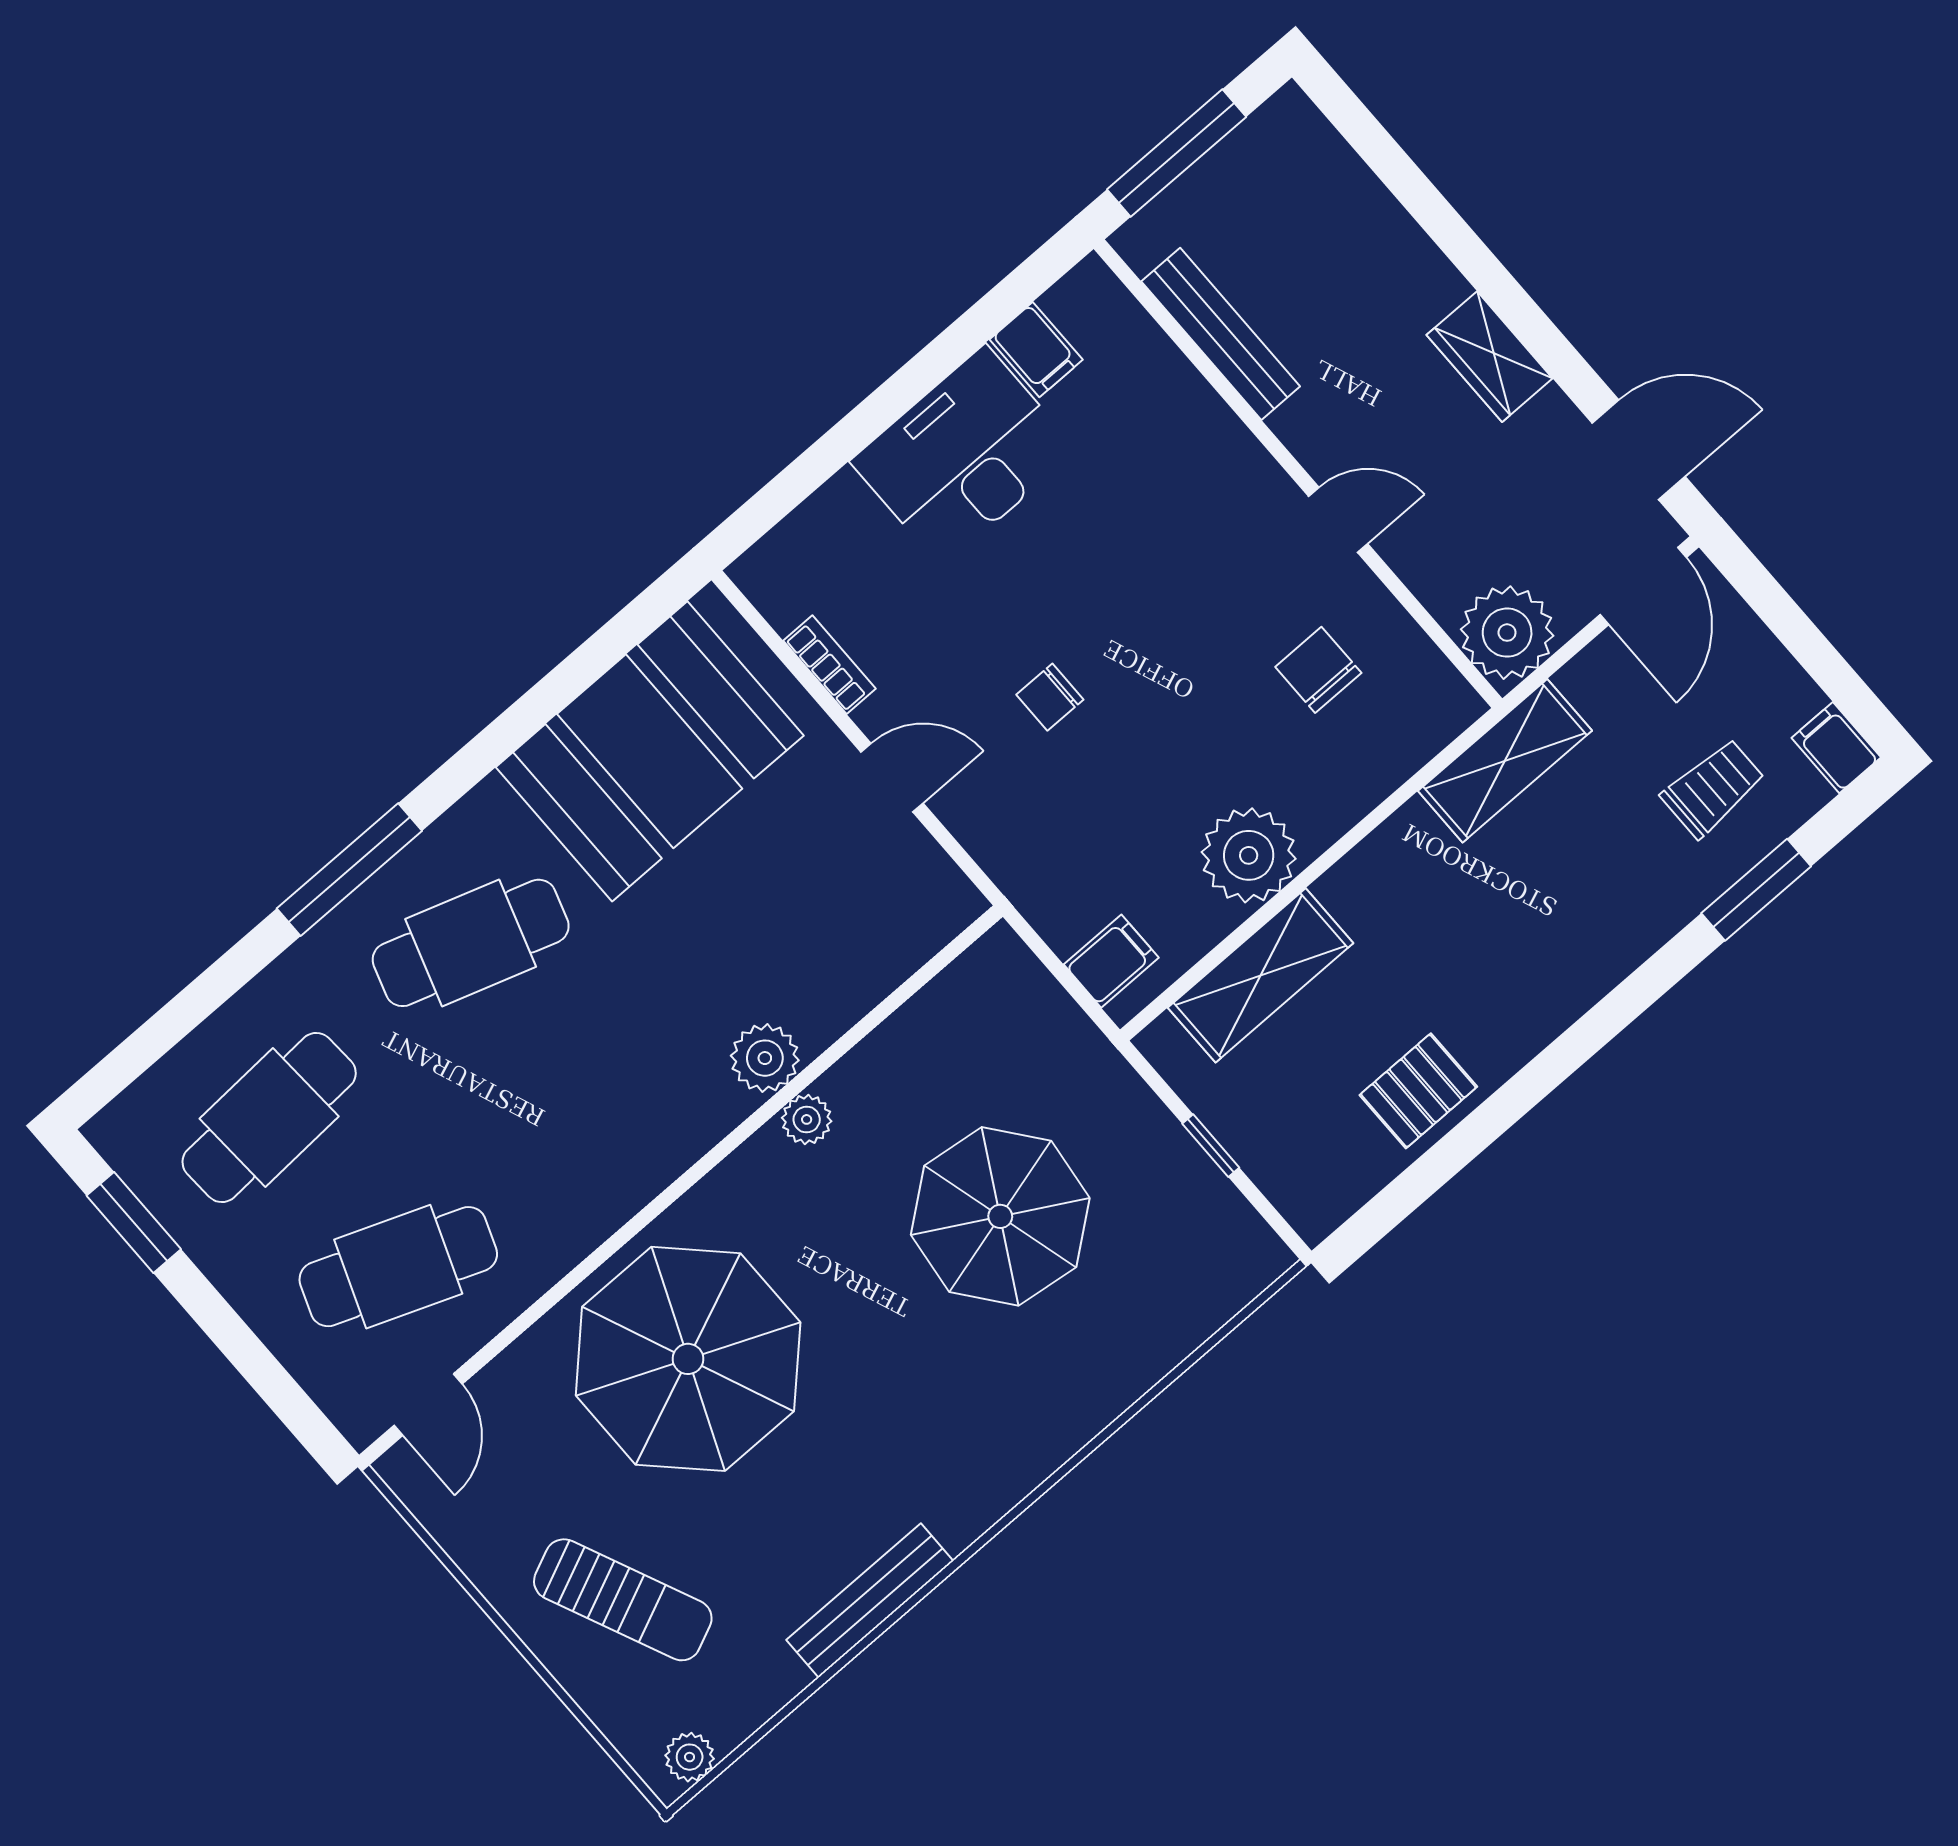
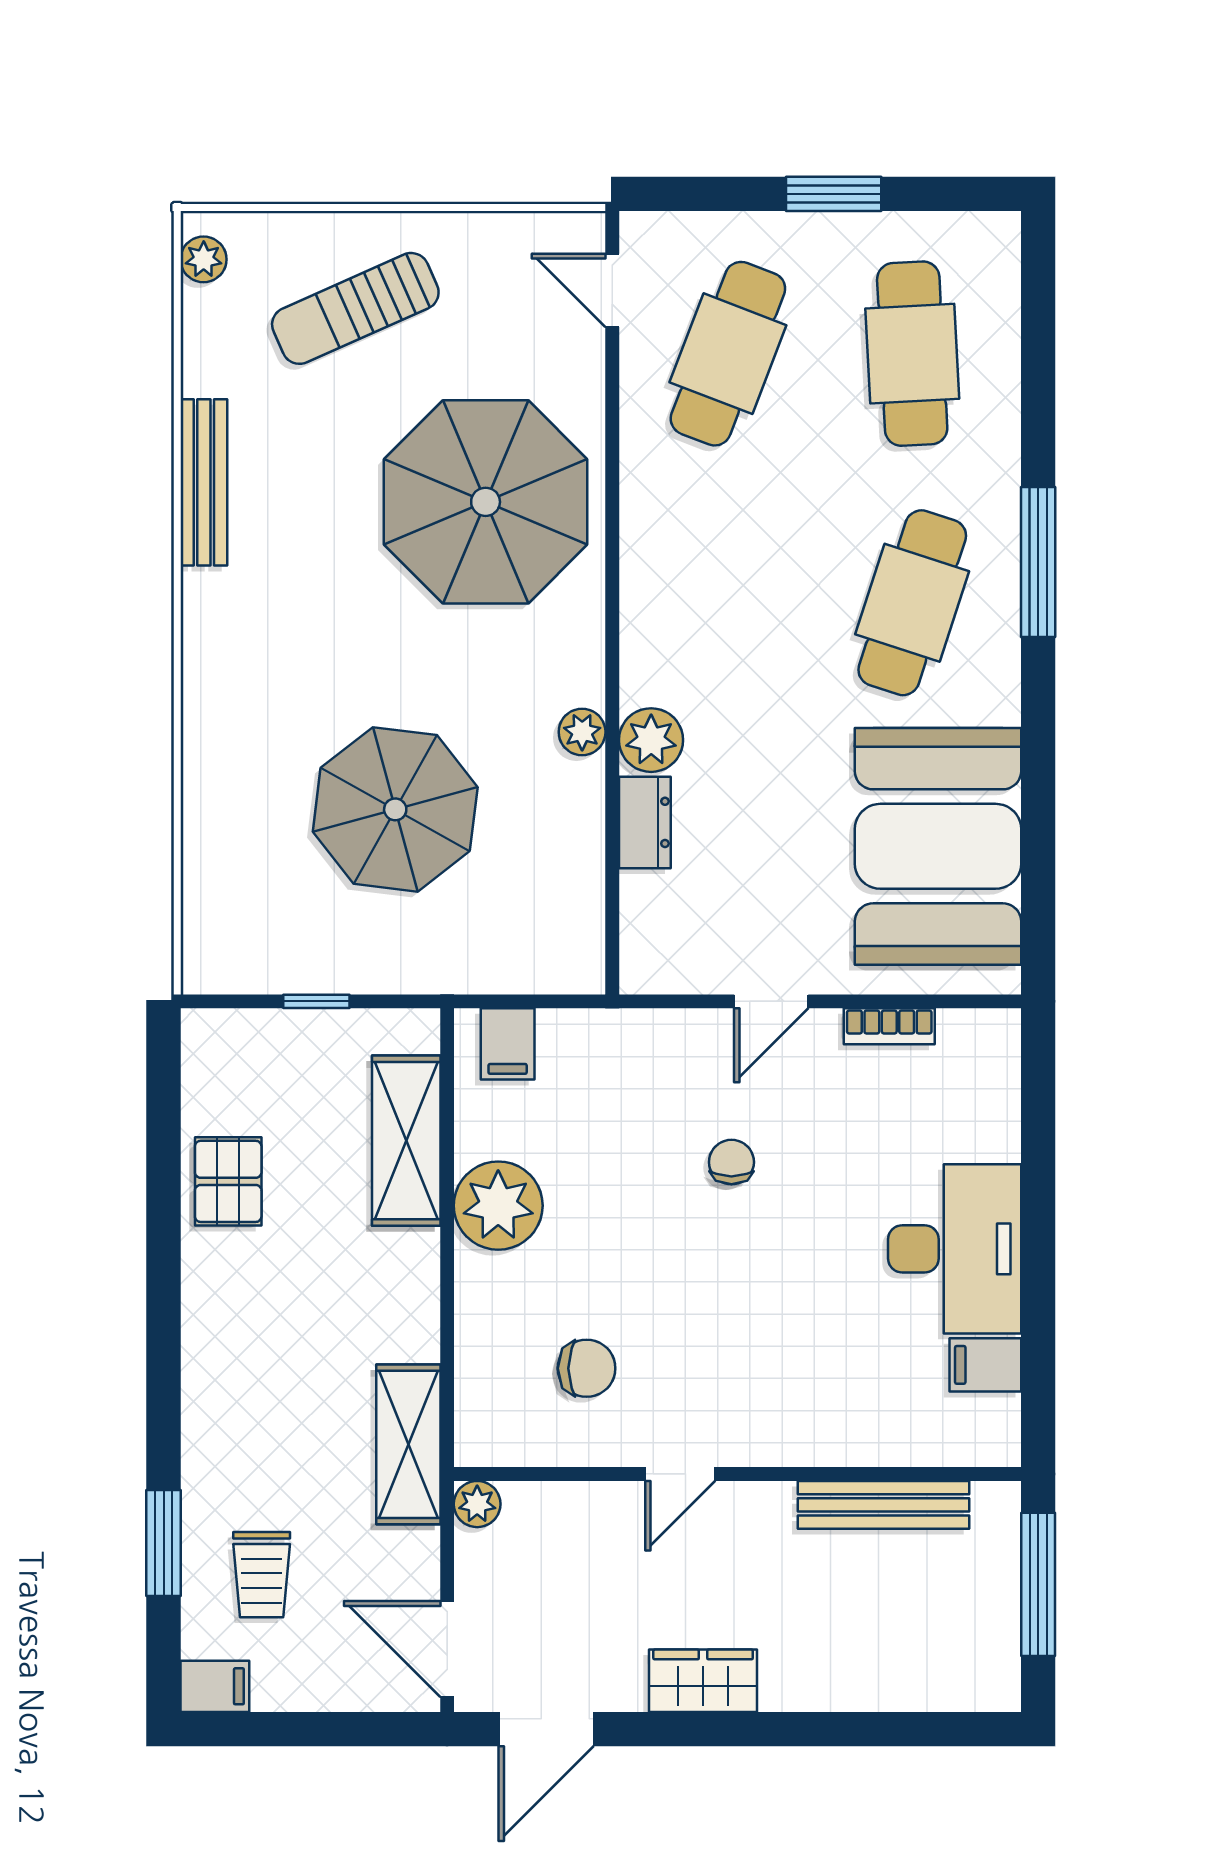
plant: (1507, 633) -> (477, 1504), width x0.53, depth x0.53
dresser: (836, 1005) -> (645, 822), added
window: (134, 1222) -> (834, 194), moved

